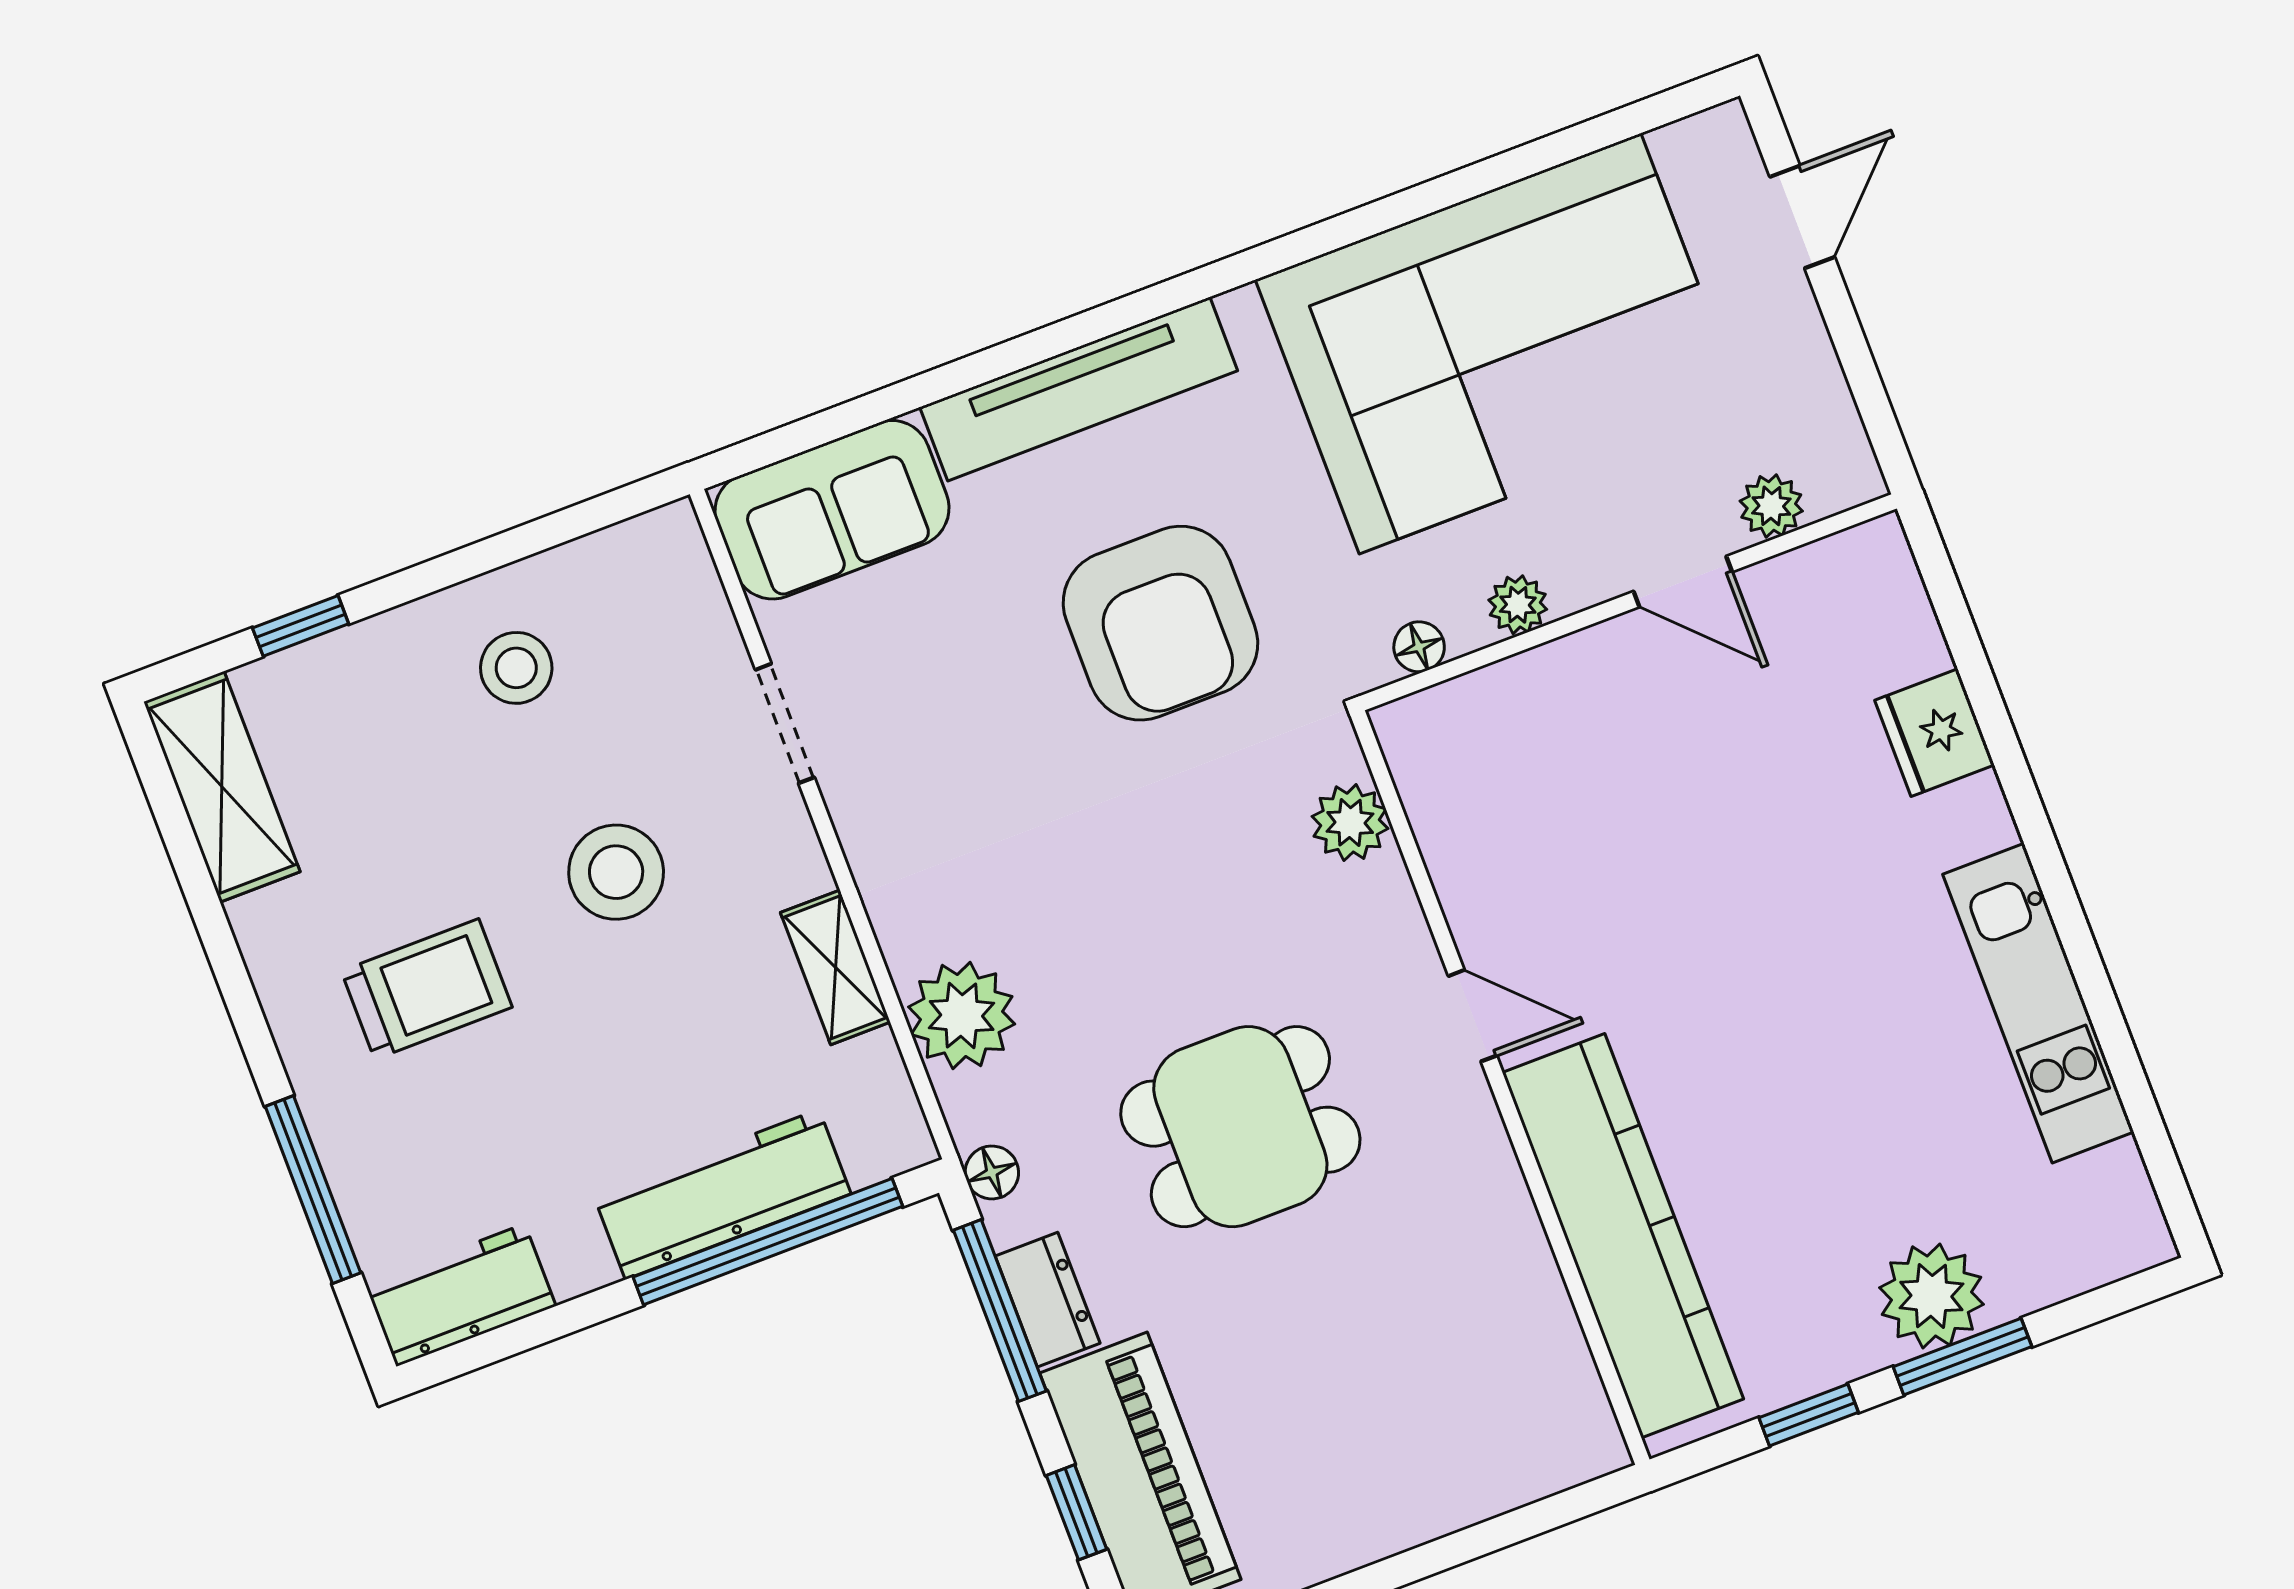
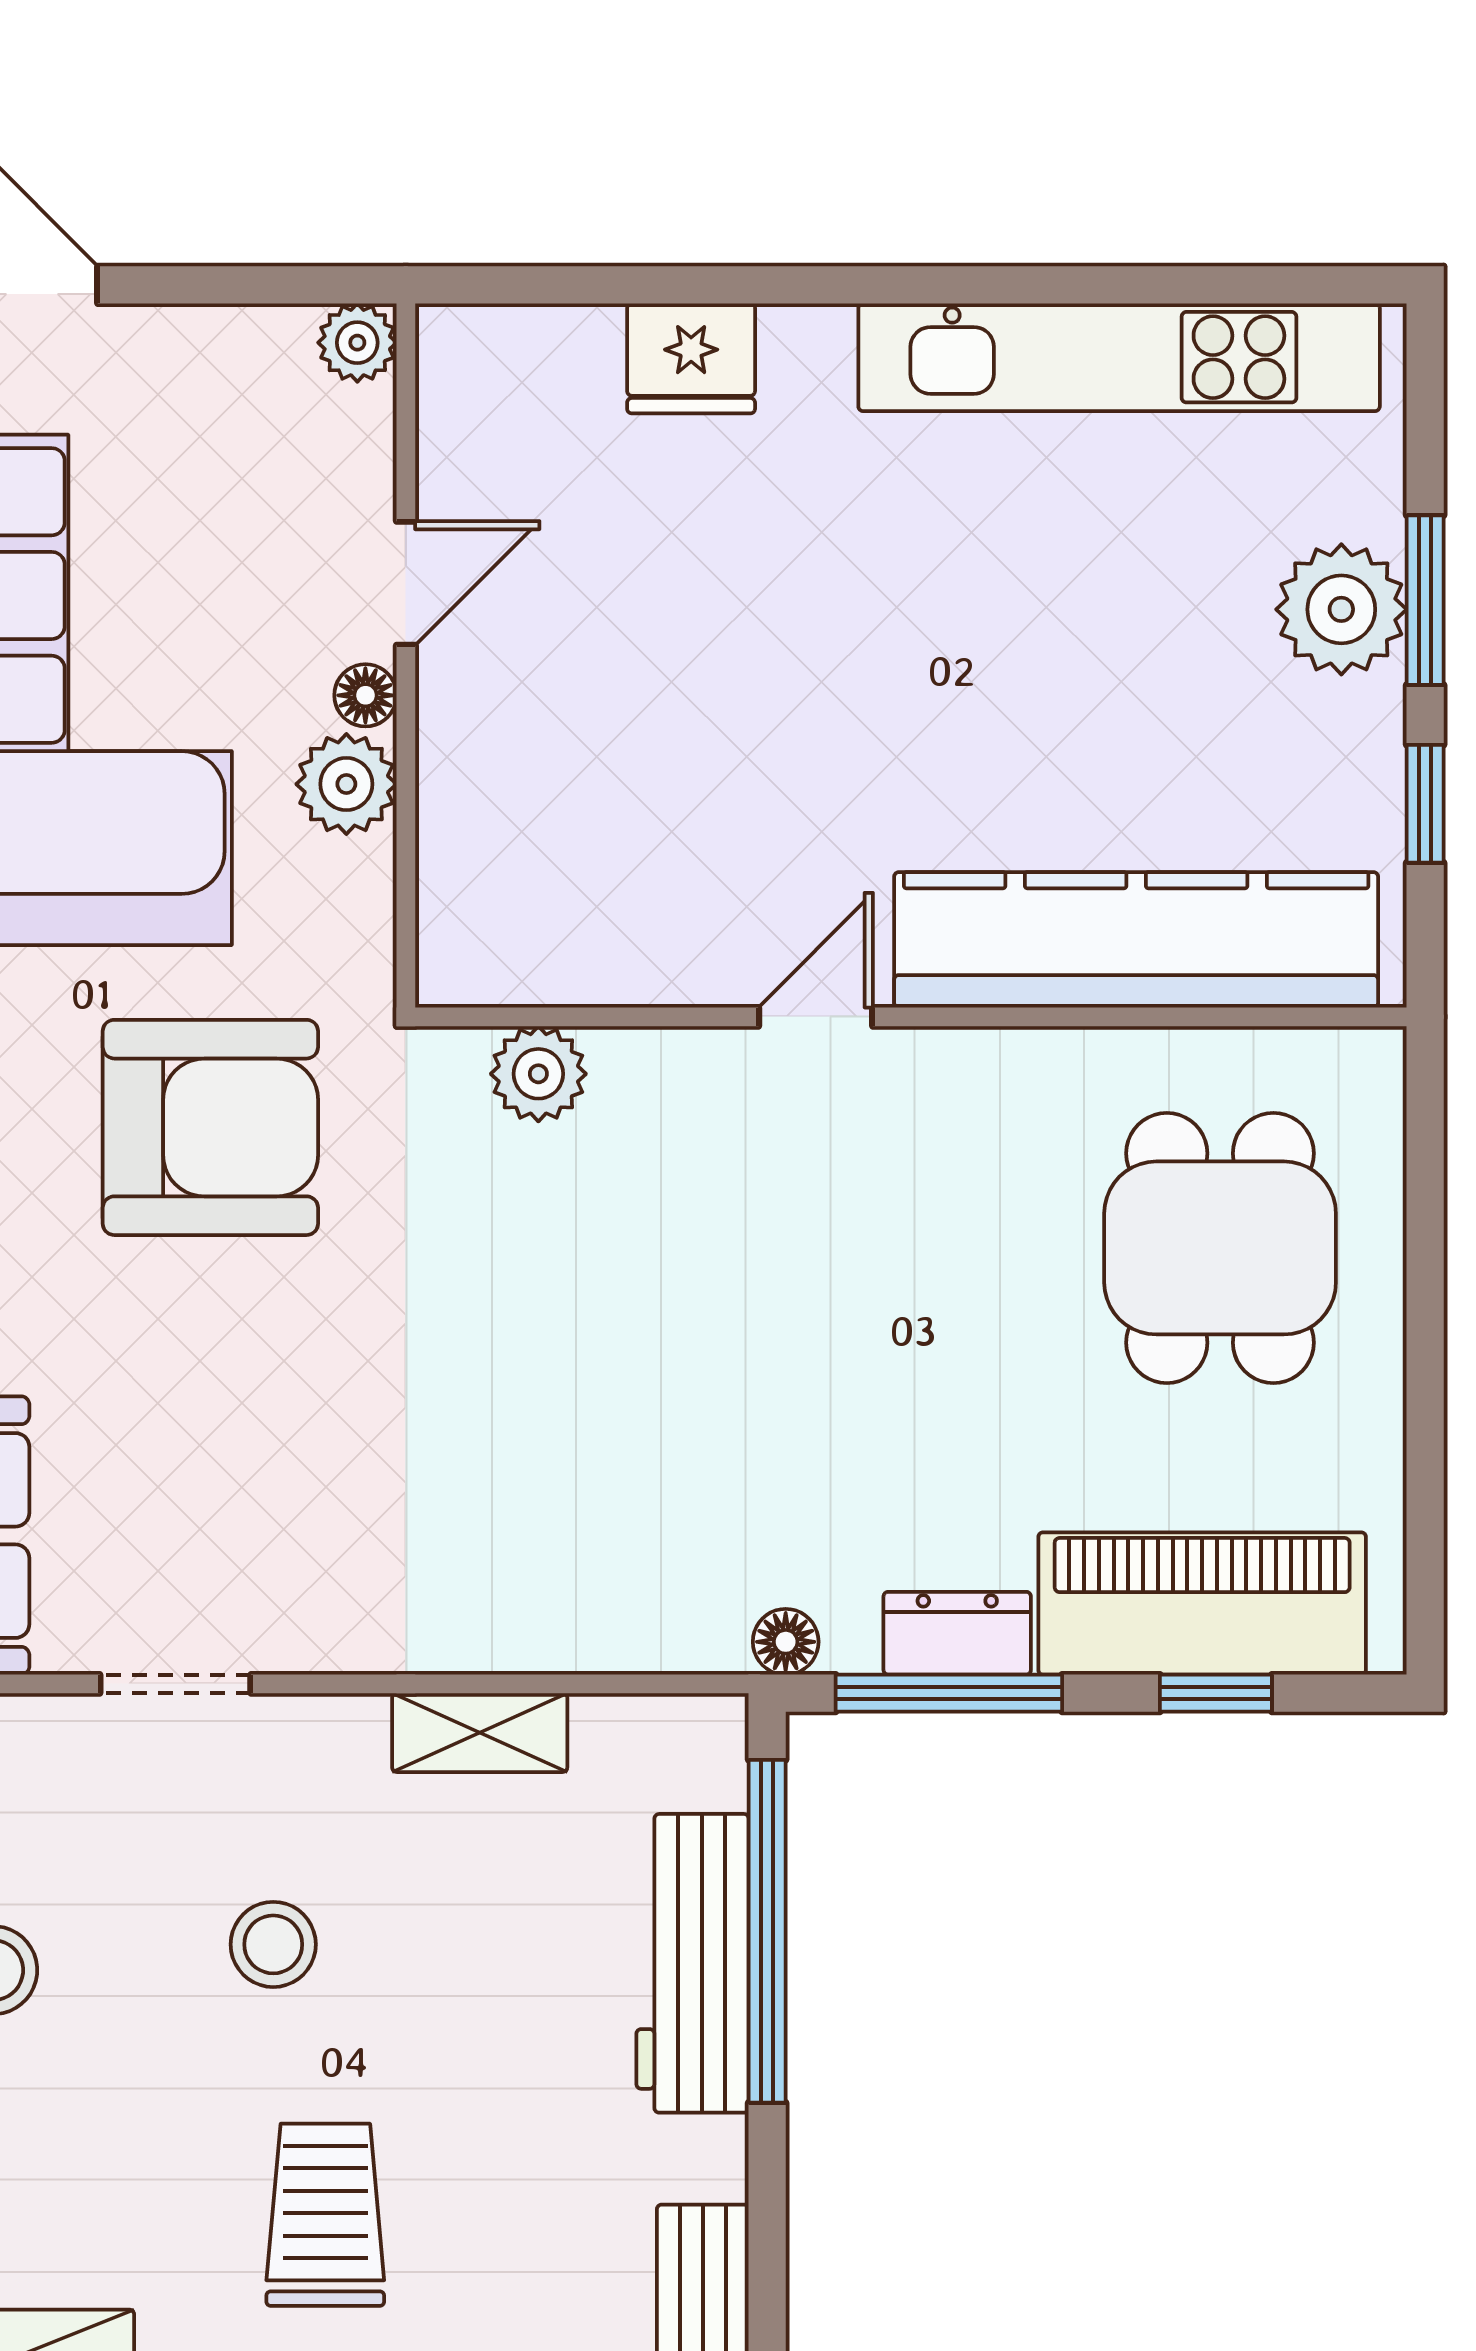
plant: (1771, 506) -> (357, 343), moved
plant: (1518, 605) -> (346, 784), width x1.38, depth x1.38
armchair: (1160, 623) -> (210, 1127), moved
floor lamp: (1419, 647) -> (365, 695), moved
stool: (616, 872) -> (273, 1944), width x0.73, depth x0.73
kitchen unit: (2038, 1003) -> (1119, 357), width x1.36
plant: (962, 1016) -> (591, 1608), removed
dining table: (1240, 1127) -> (1220, 1248), moved

